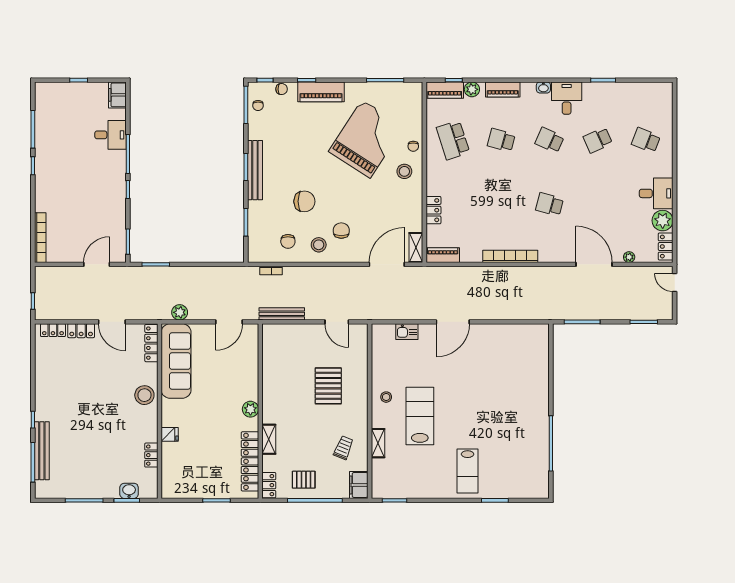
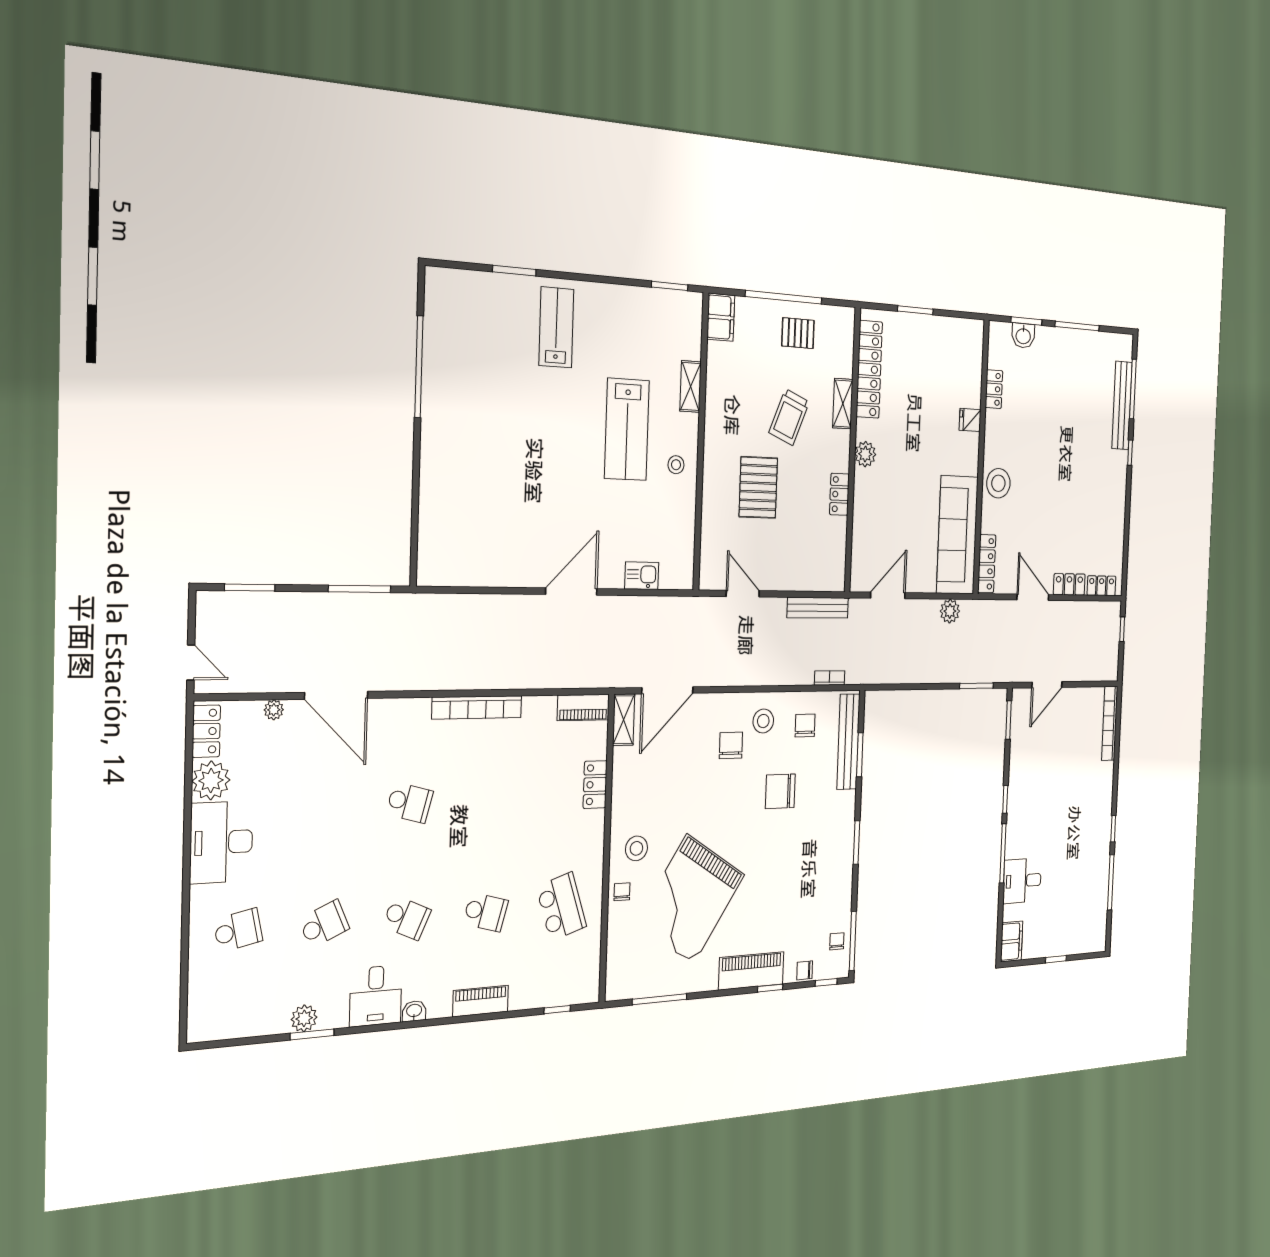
plant: (472, 89) -> (304, 1018), moved
piano: (445, 90) -> (572, 991), removed
school desk: (646, 140) -> (238, 930), turned -33
bench: (255, 170) -> (848, 742), moved
desk: (656, 193) -> (221, 842), width x1.37
chair: (341, 231) -> (731, 745), turned 180
trolley: (343, 448) -> (789, 417), moved, width x1.36, depth x1.39
locker: (269, 485) -> (839, 494), moved

